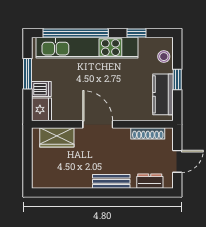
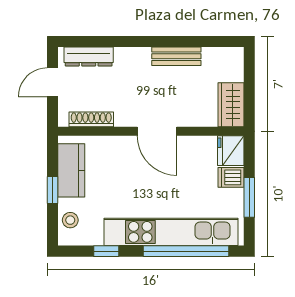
wardrobe: (57, 137) -> (231, 105), moved, turned -90
bench: (111, 181) -> (176, 56), moved
dresser: (150, 181) -> (89, 56), width x1.44

